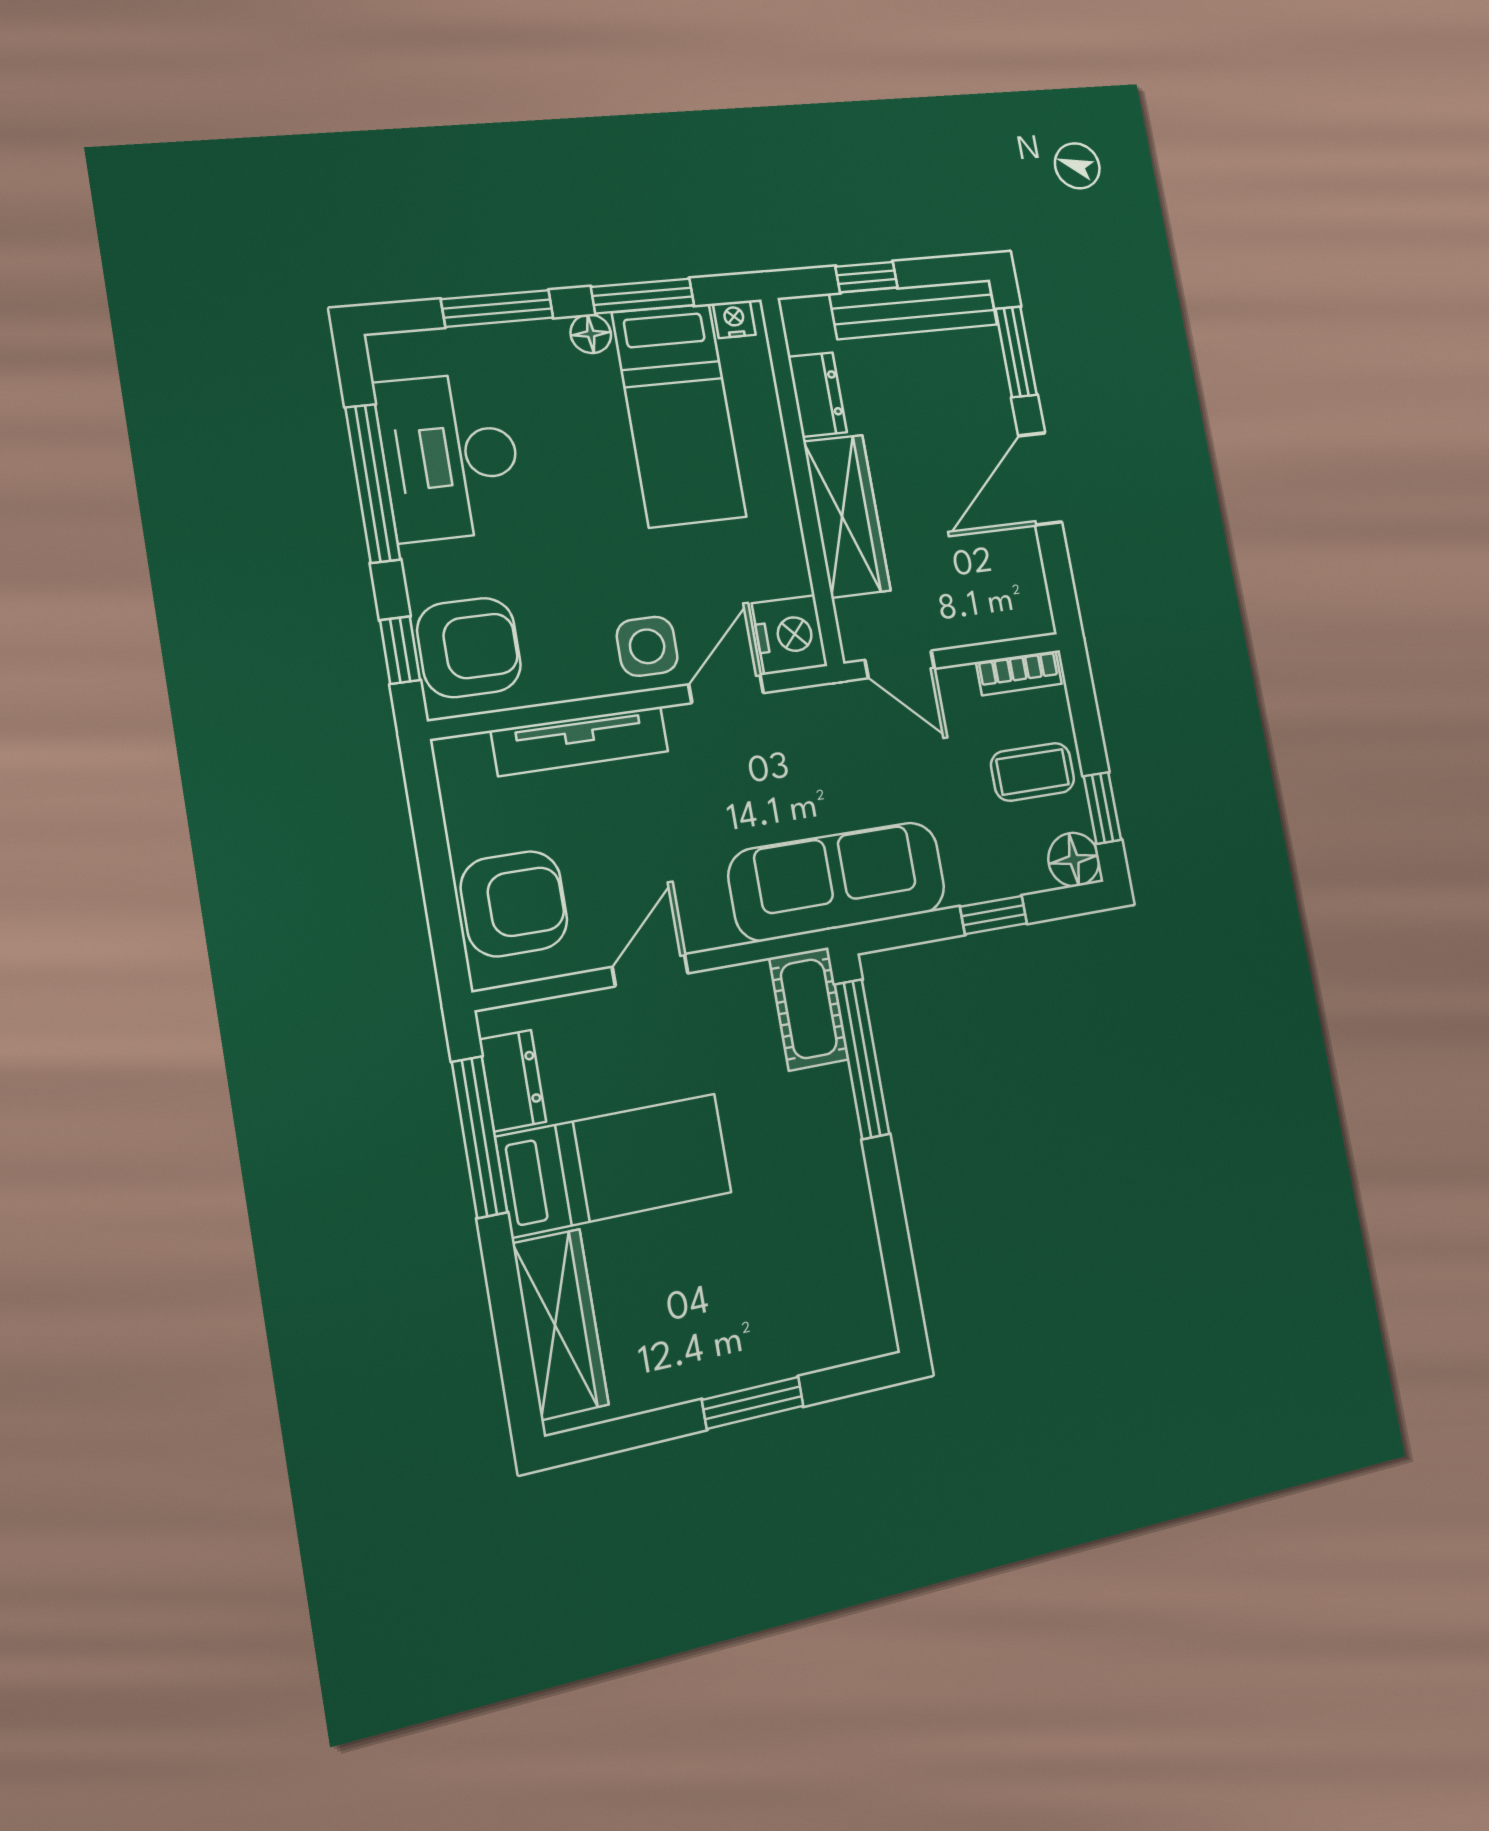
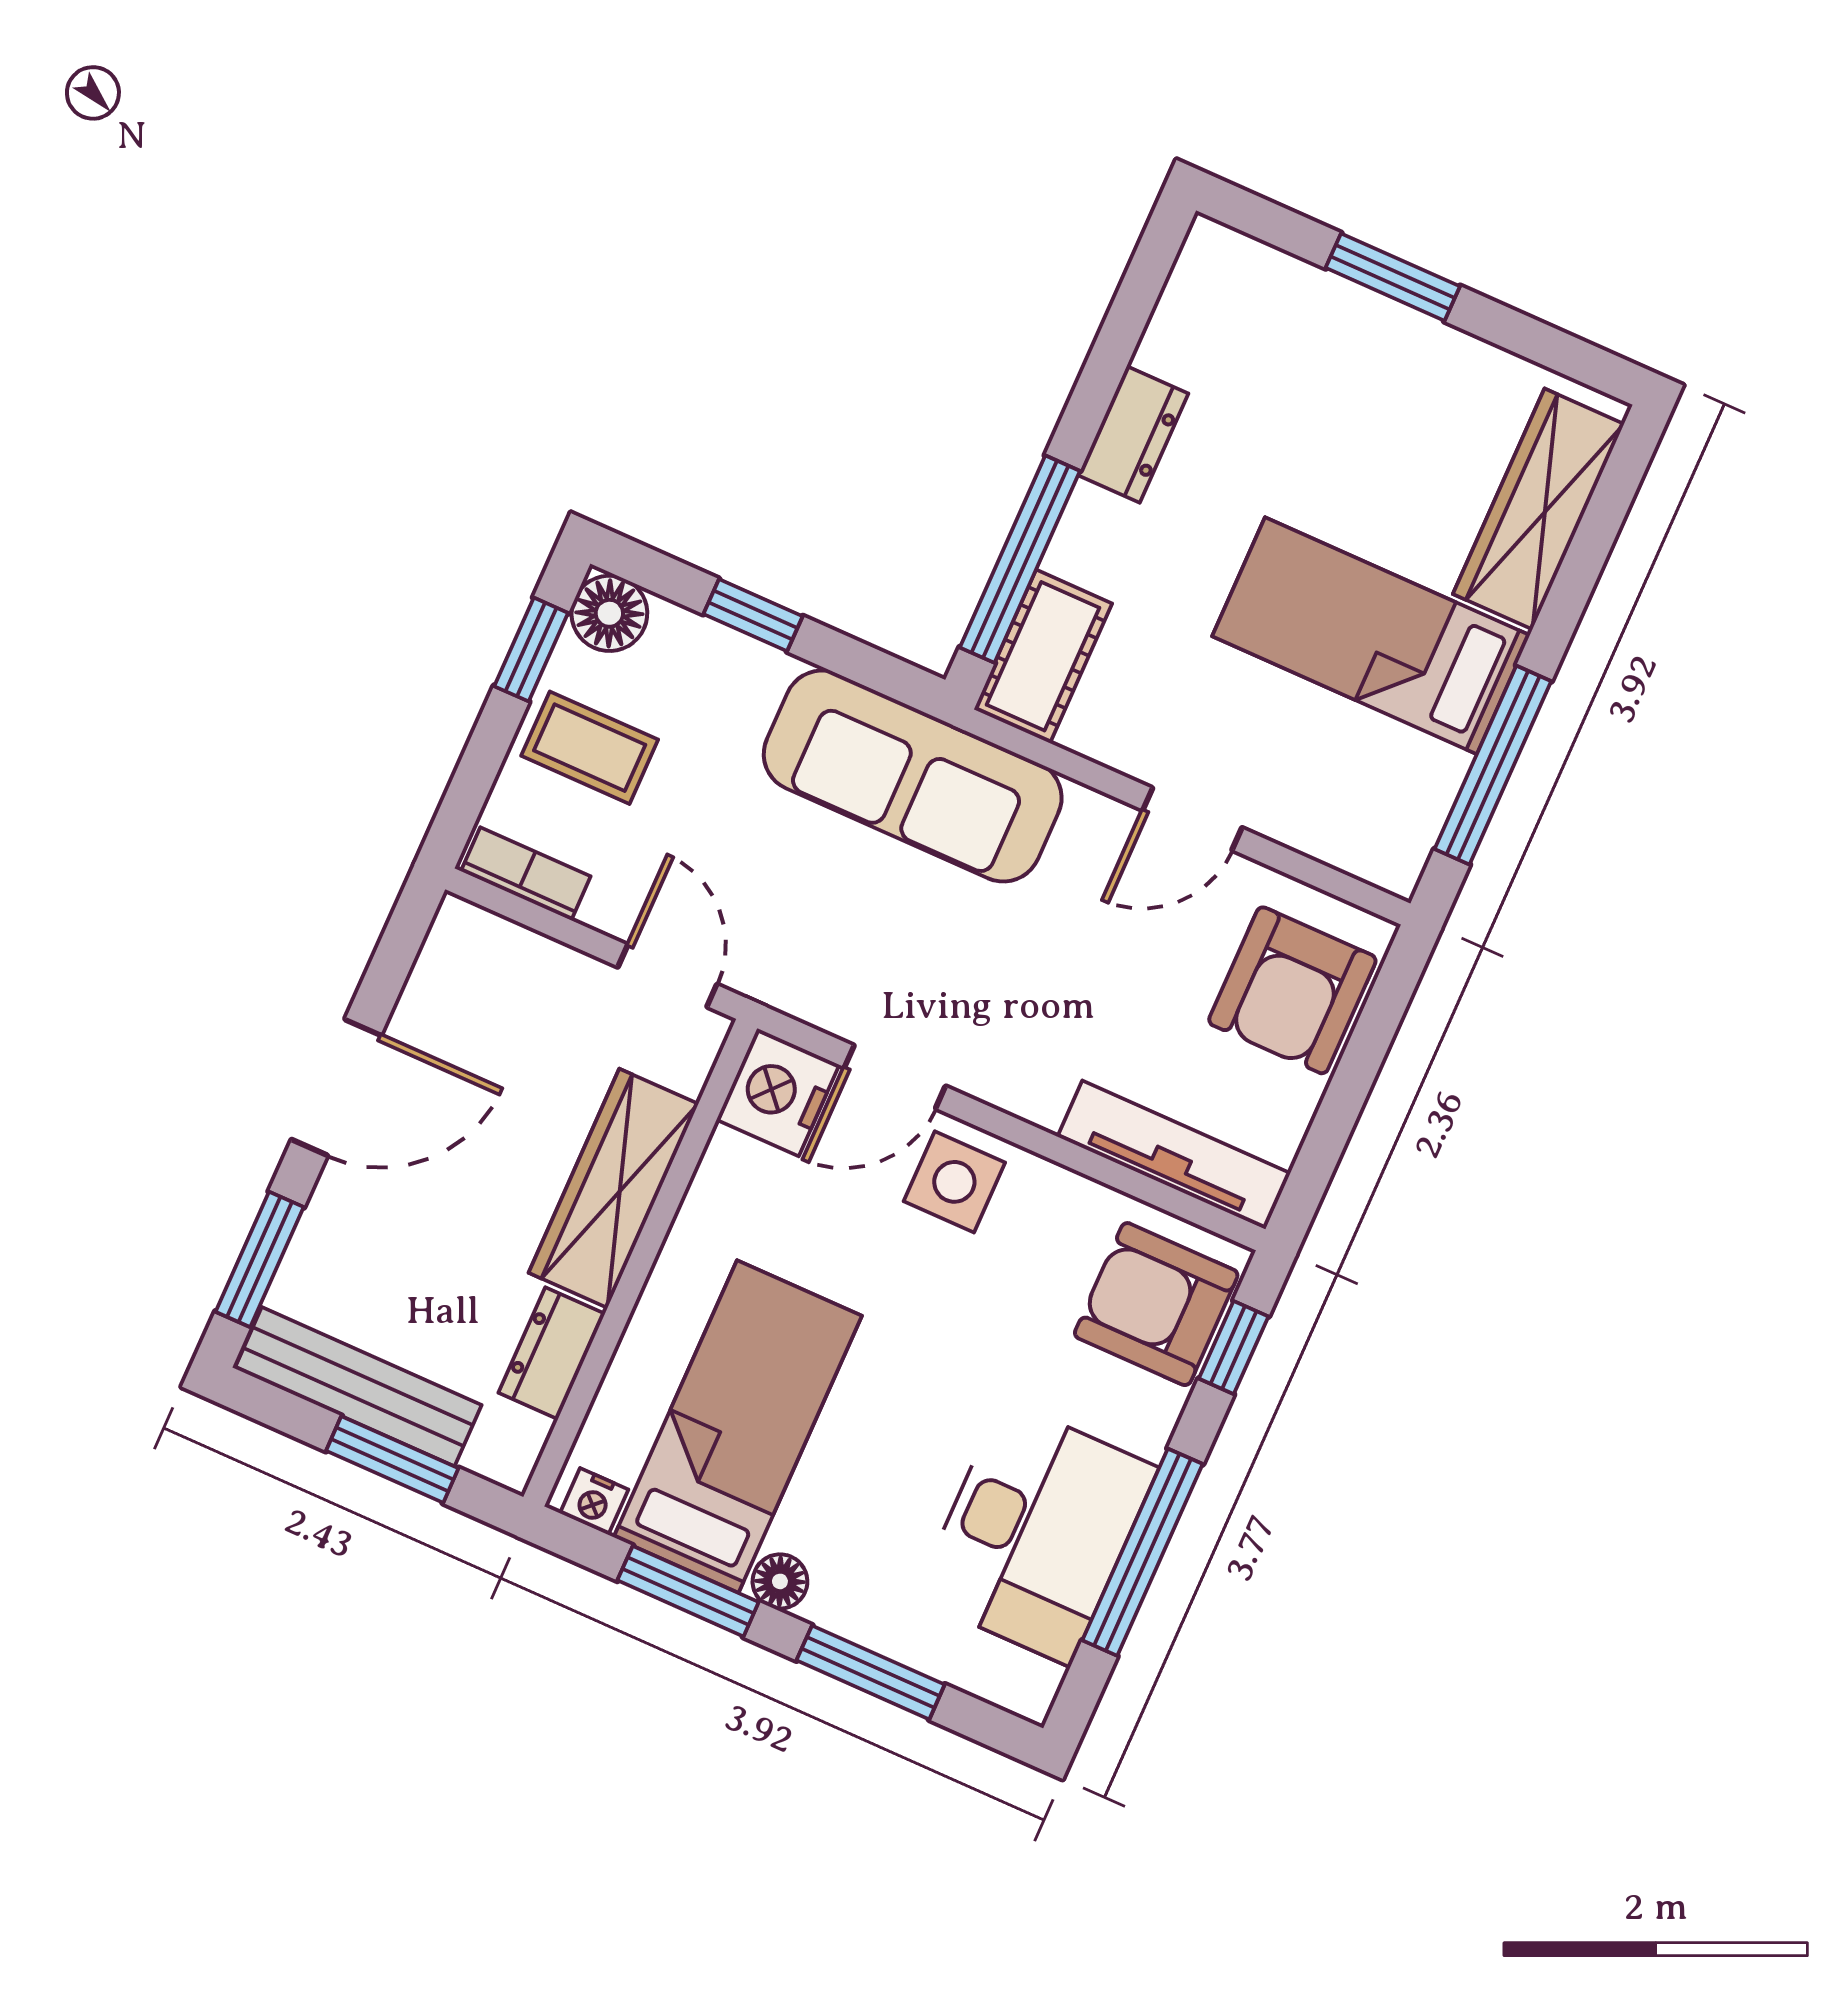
window: (867, 277) -> (392, 1459), width x1.50
tv unit: (580, 741) -> (1174, 1155), moved
armchair: (514, 904) -> (1292, 990), turned -90
dresser: (512, 1081) -> (1133, 434), moved, turned 180

